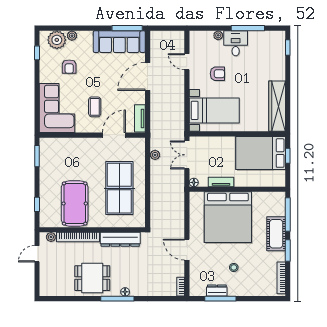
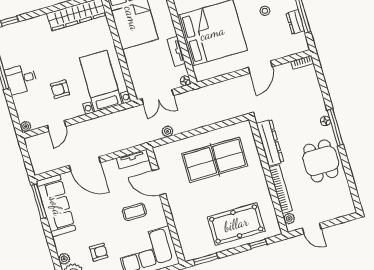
plant: (218, 35) -> (26, 126), moved
armchair: (217, 74) -> (60, 89), turned -90
pool table: (75, 204) -> (236, 224), moved

